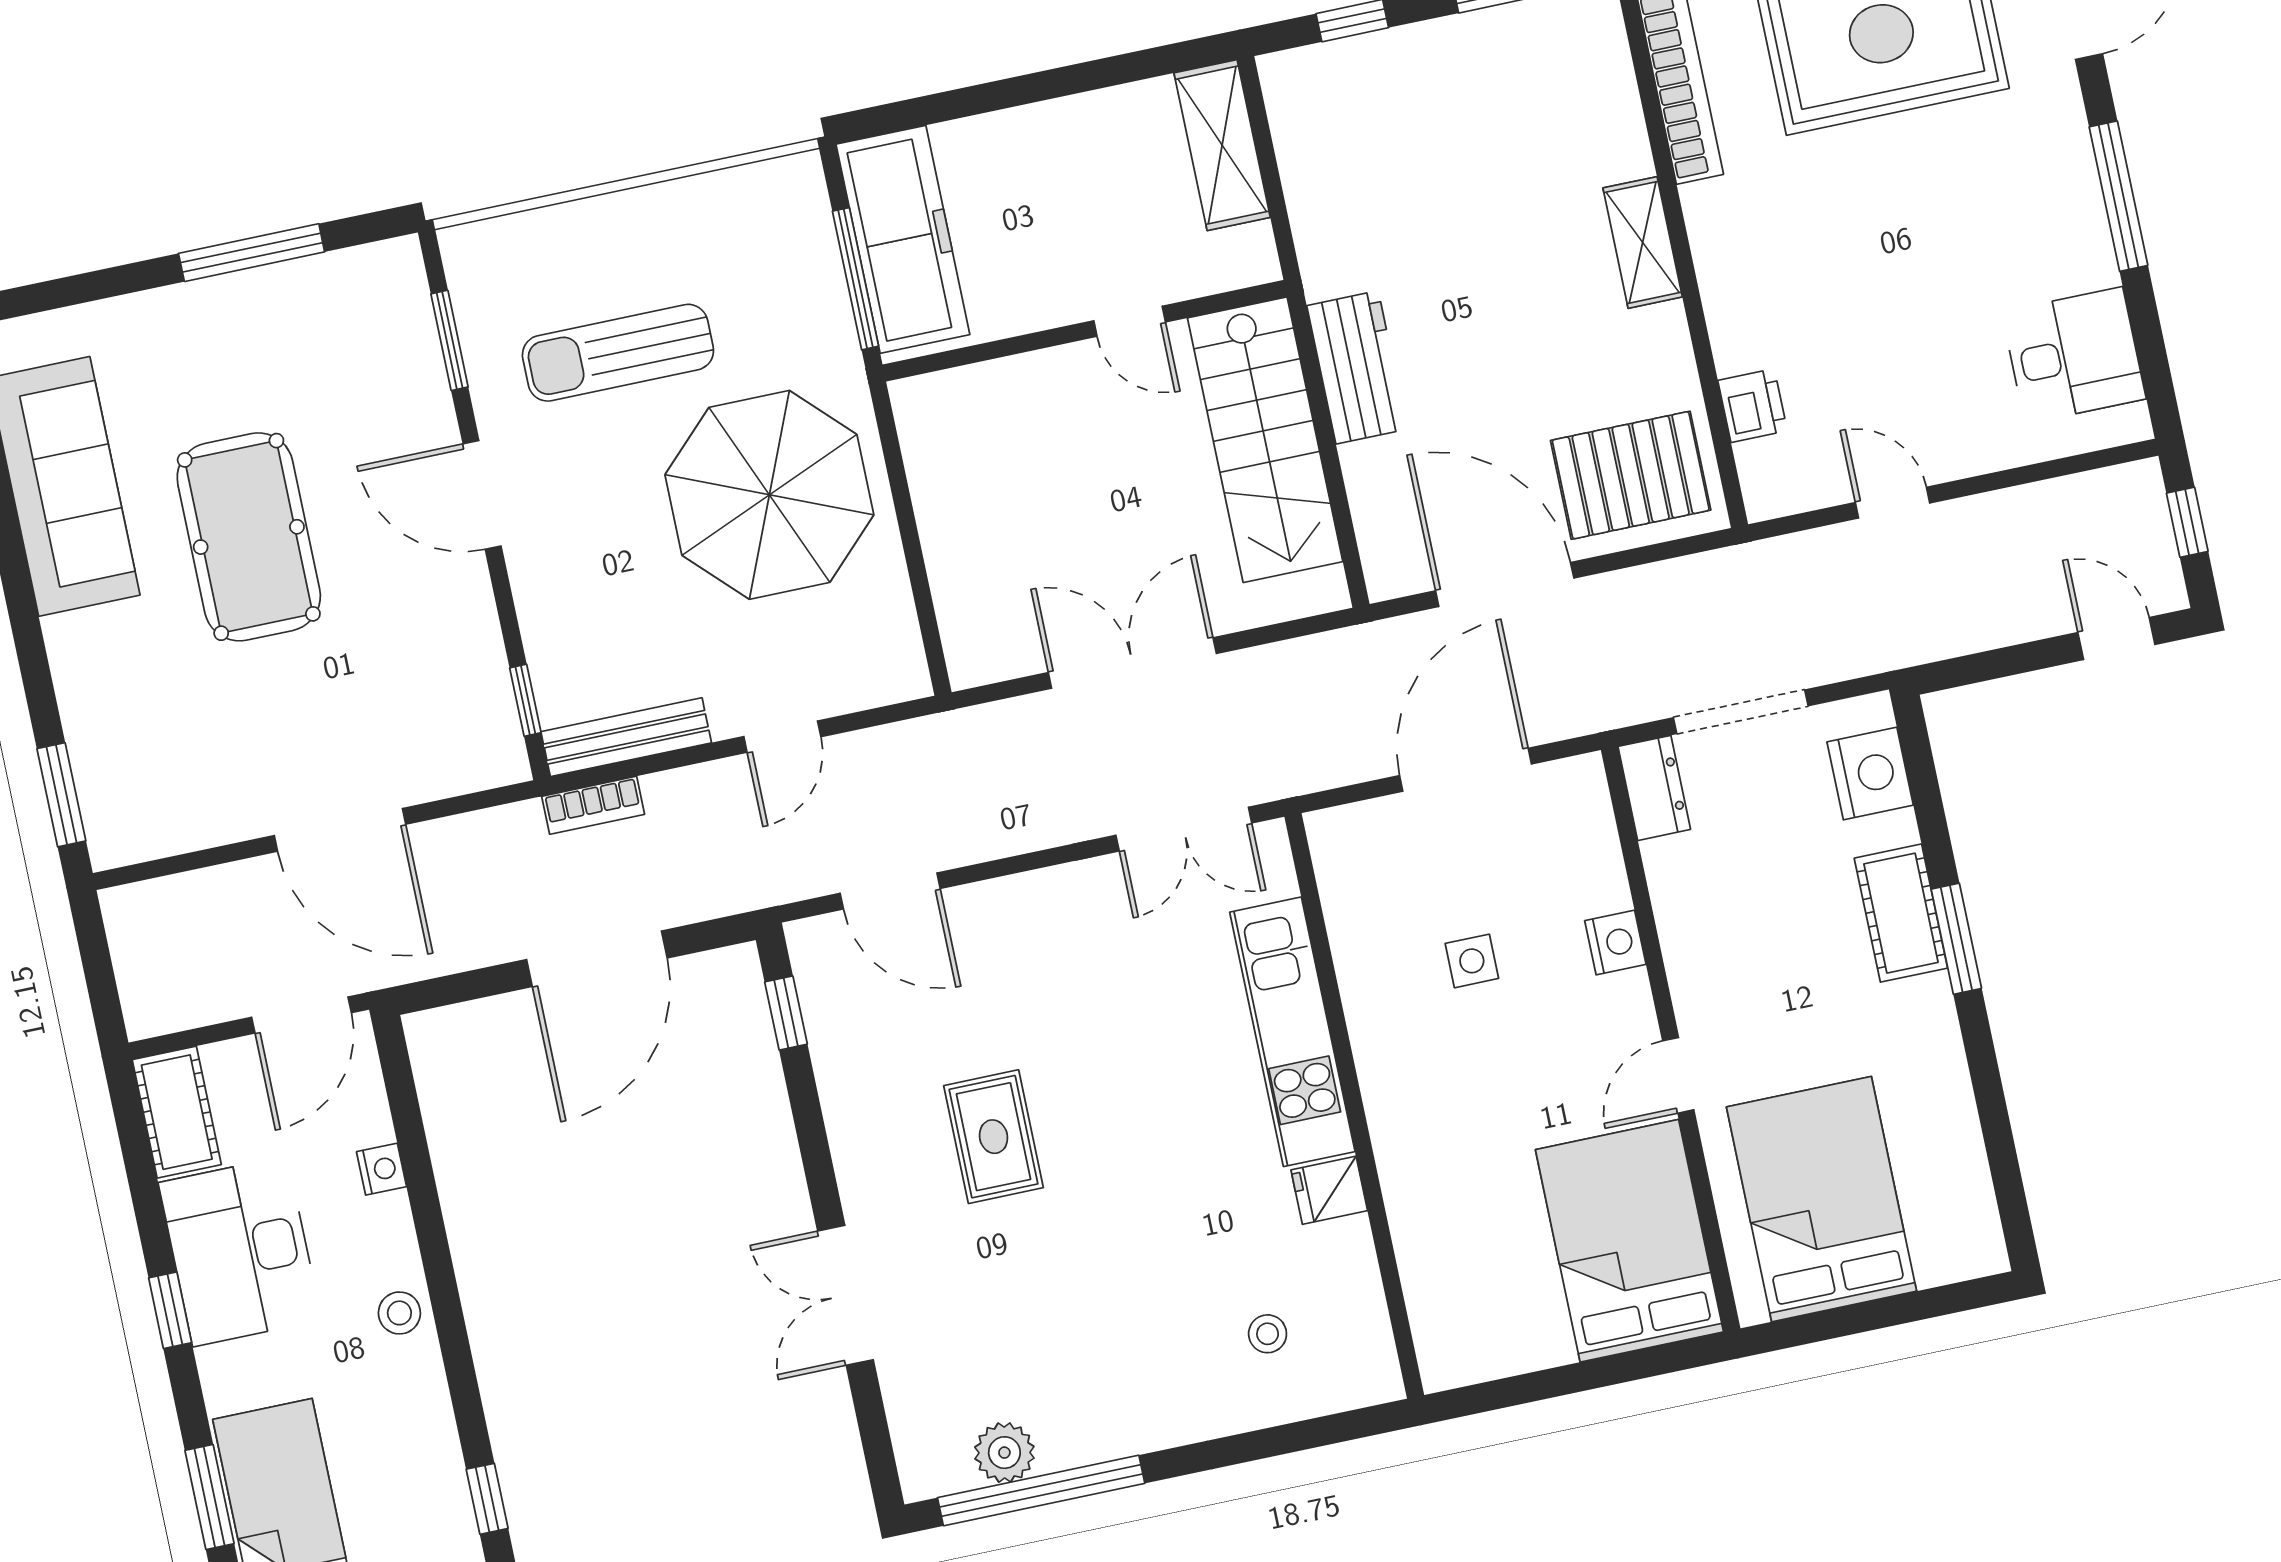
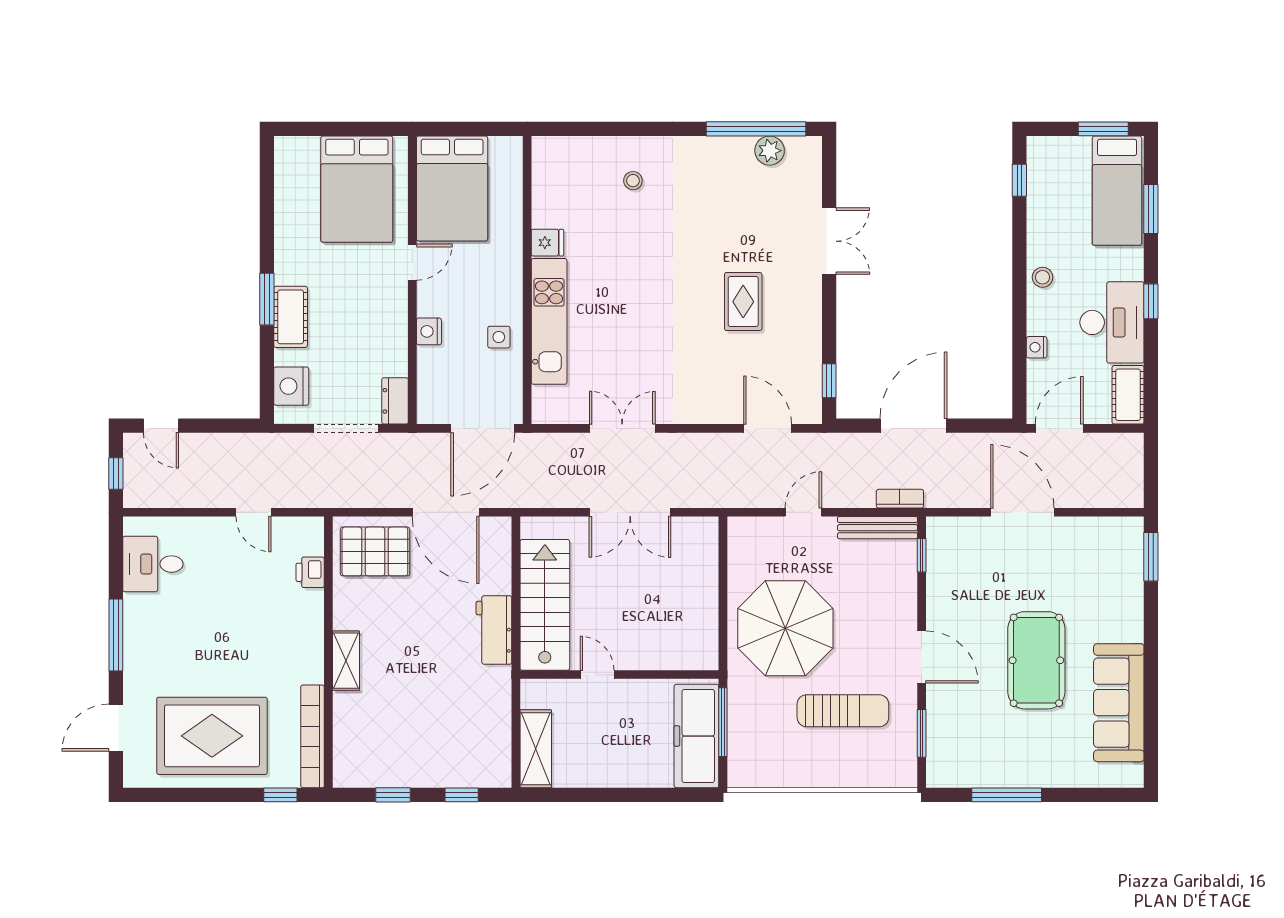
kitchen unit: (1292, 1032) -> (549, 321), moved
wall: (1354, 1106) -> (527, 280), moved
fridge: (1329, 1190) -> (547, 243), moved

